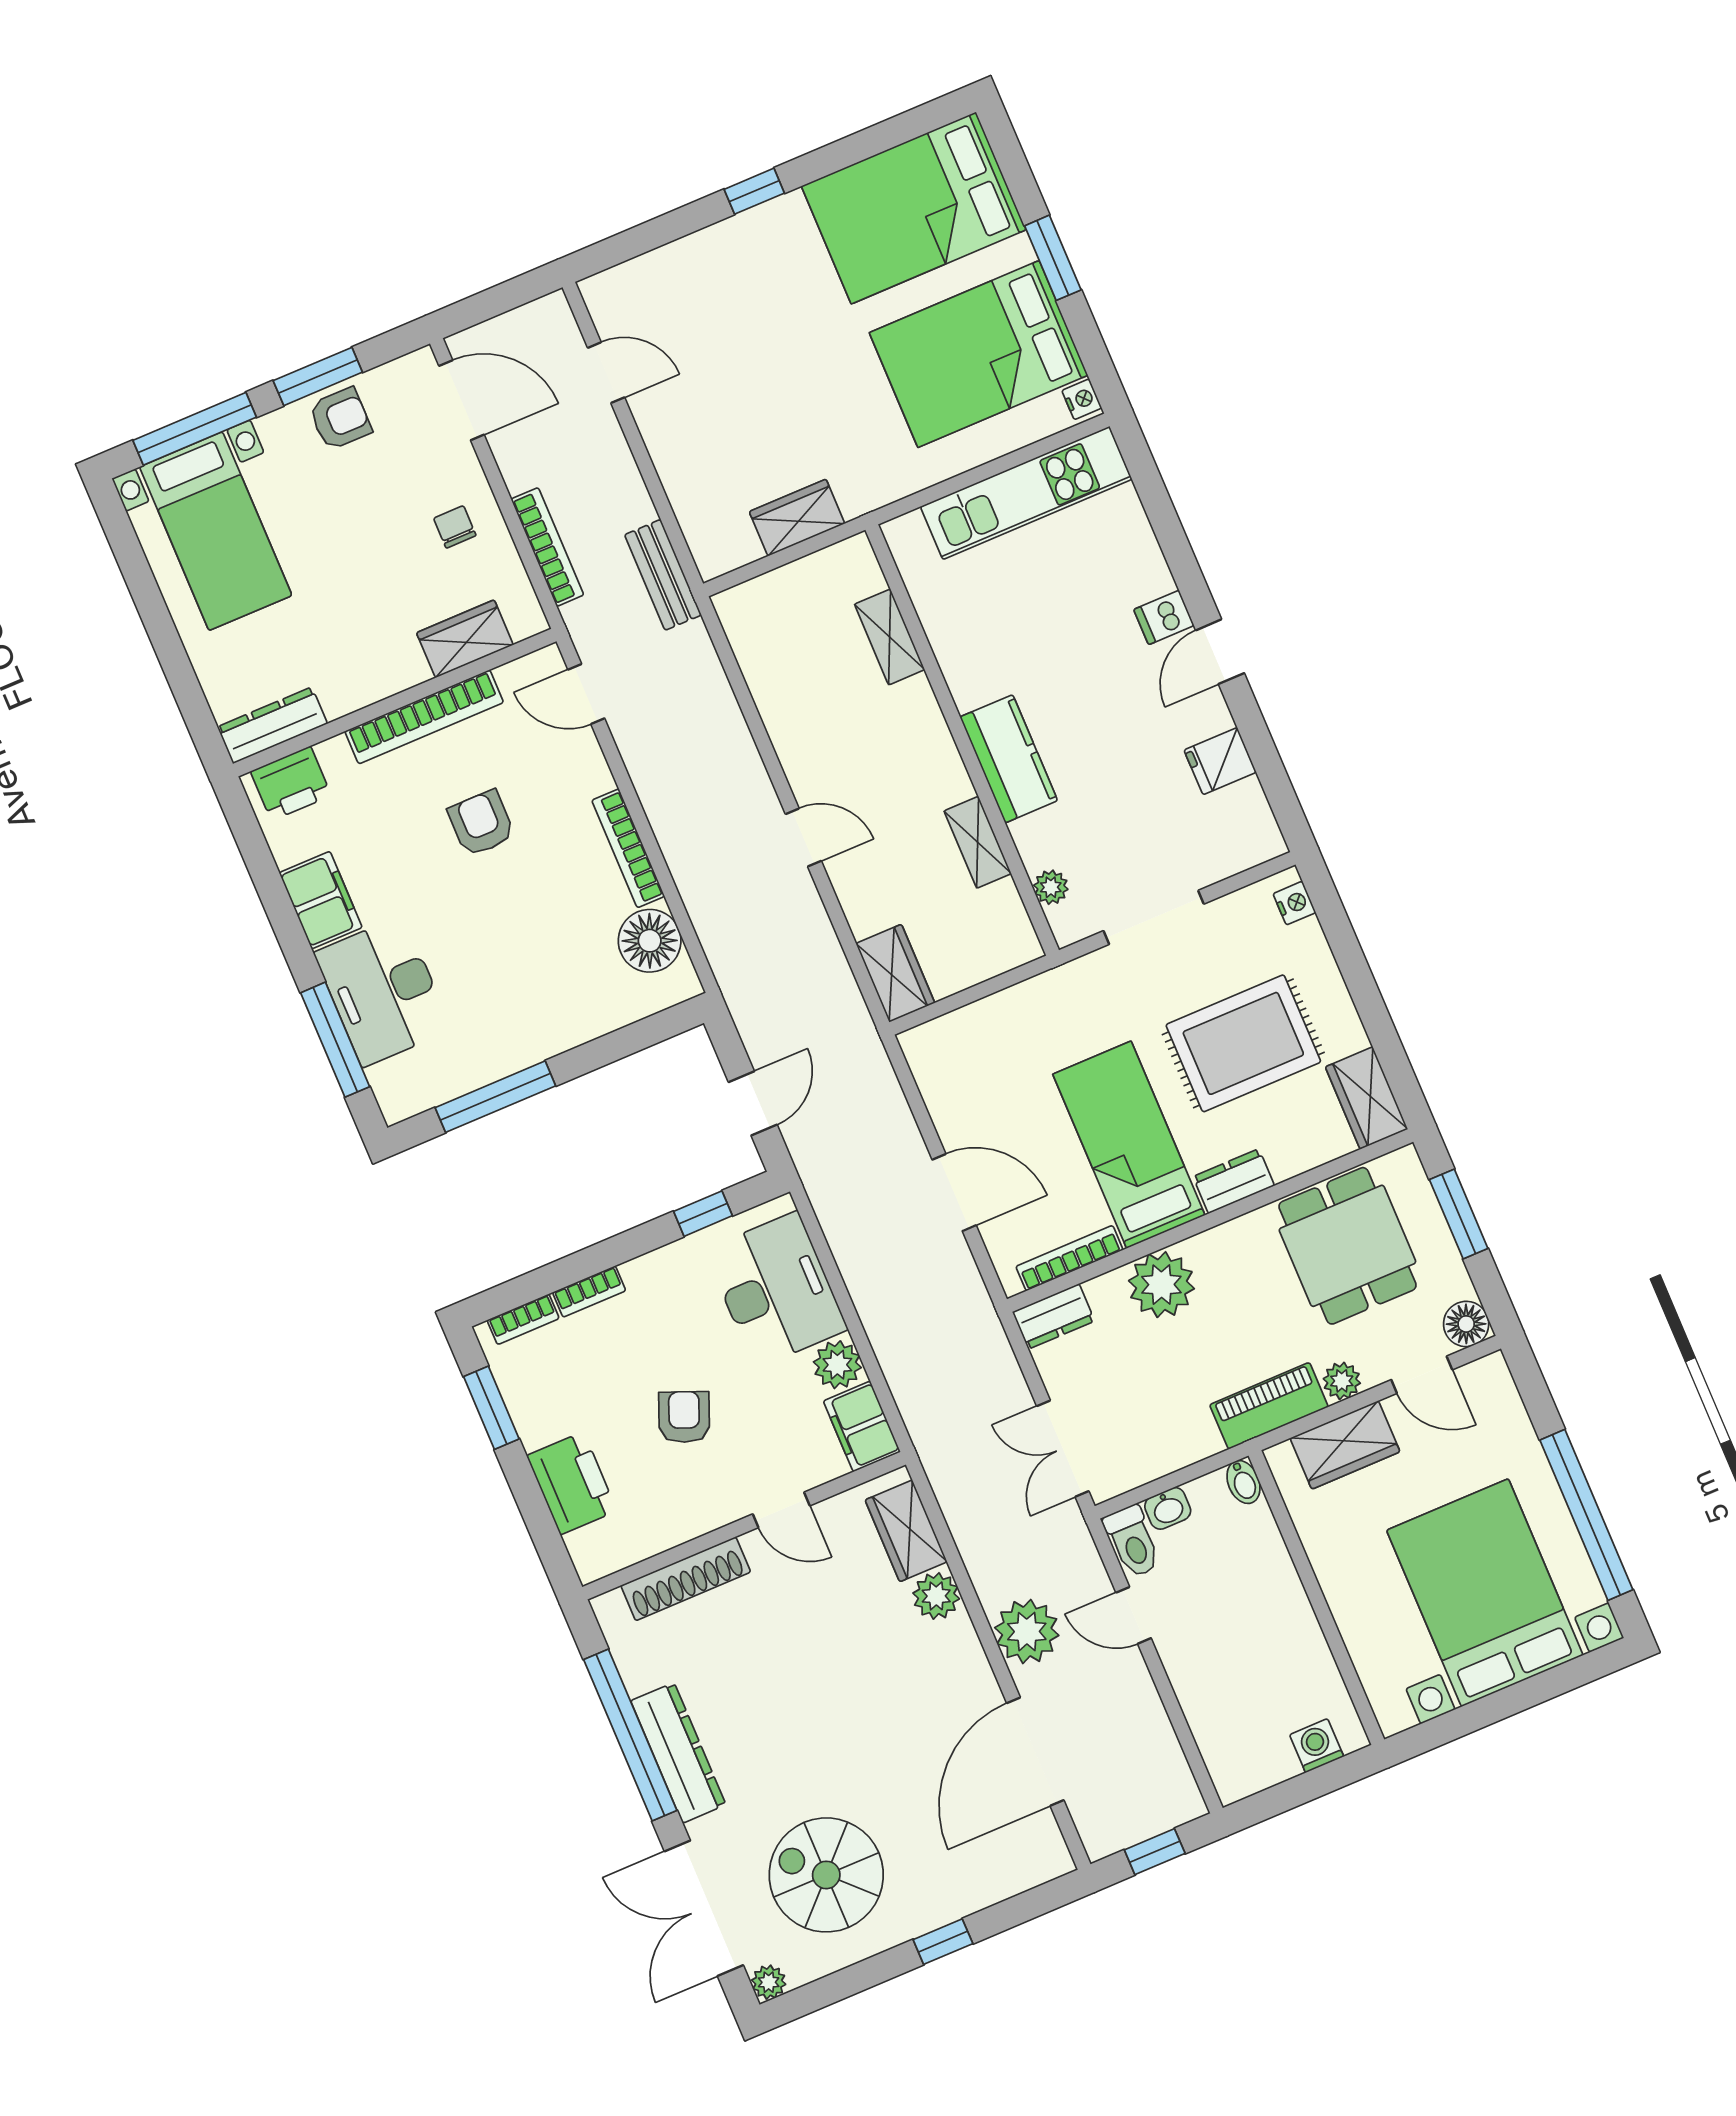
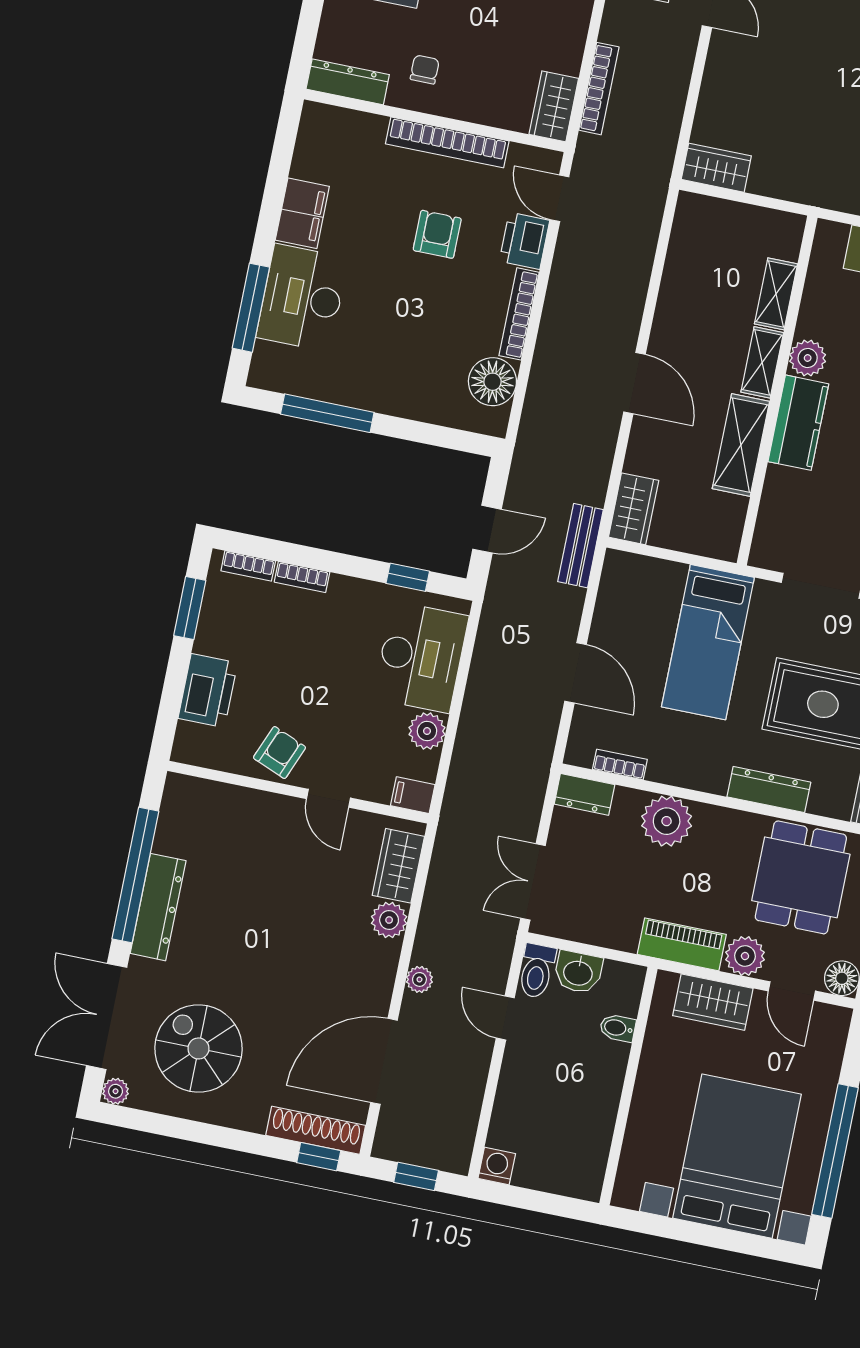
wardrobe: (797, 518) -> (716, 168), moved
chair: (455, 527) -> (425, 69), moved
bench: (663, 575) -> (581, 546), moved
wardrobe: (465, 639) -> (554, 106), moved, turned -90
shelving: (925, 721) -> (762, 362), added
printer: (291, 783) -> (524, 241), moved, turned 90
door: (803, 837) -> (634, 383), width x1.38
shelving: (978, 842) -> (741, 445), width x1.50, depth x1.33
plant: (1051, 887) -> (808, 358), moved, width x1.38, depth x1.38
bed: (1129, 1145) -> (708, 642), moved, turned 180
dresser: (1234, 1181) -> (769, 790), width x1.44
bookcase: (1069, 1258) -> (620, 764), width x0.64
plant: (1342, 1381) -> (745, 956), width x1.38, depth x1.38
armchair: (684, 1417) -> (279, 752), moved
filing cabinet: (862, 1426) -> (413, 795), width x0.50
bidet: (1243, 1482) -> (618, 1028), moved, turned 90
washbasin: (1168, 1508) -> (578, 972), width x1.38, depth x1.45
shoe rack: (686, 1579) -> (316, 1130), moved, turned 180
plant: (1027, 1632) -> (419, 979), width x0.53, depth x0.53
washing machine: (1317, 1746) -> (497, 1166), moved
window: (943, 1942) -> (319, 1157), moved

